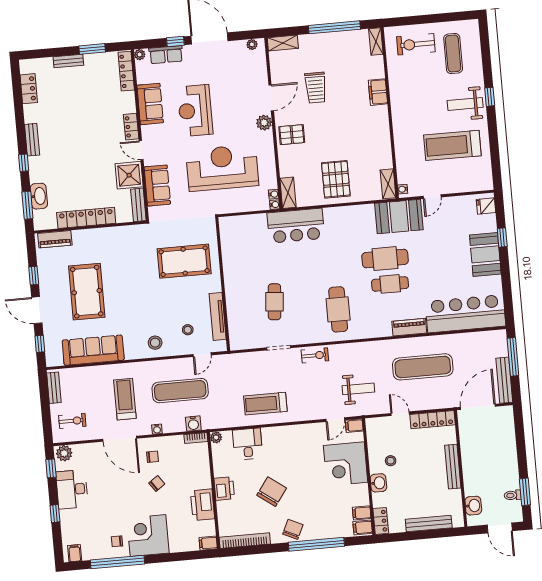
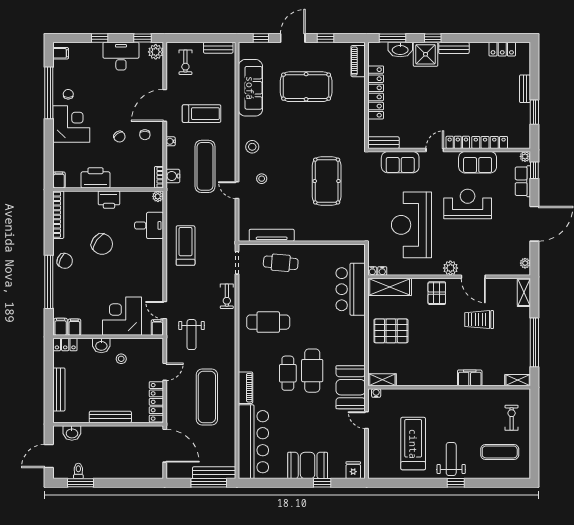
window: (175, 41) -> (534, 170), moved
exercise bike: (416, 44) -> (512, 418), width x0.73, depth x0.72
locker: (126, 71) -> (490, 142), moved
reception desk: (222, 168) -> (411, 225), turned 180
shower: (129, 175) -> (426, 54), moved
shelving: (288, 193) -> (390, 287), width x1.50, depth x1.33
wall: (223, 284) -> (302, 243), moved
tv unit: (218, 316) -> (272, 235), moved
bench: (504, 380) -> (214, 473), moved

